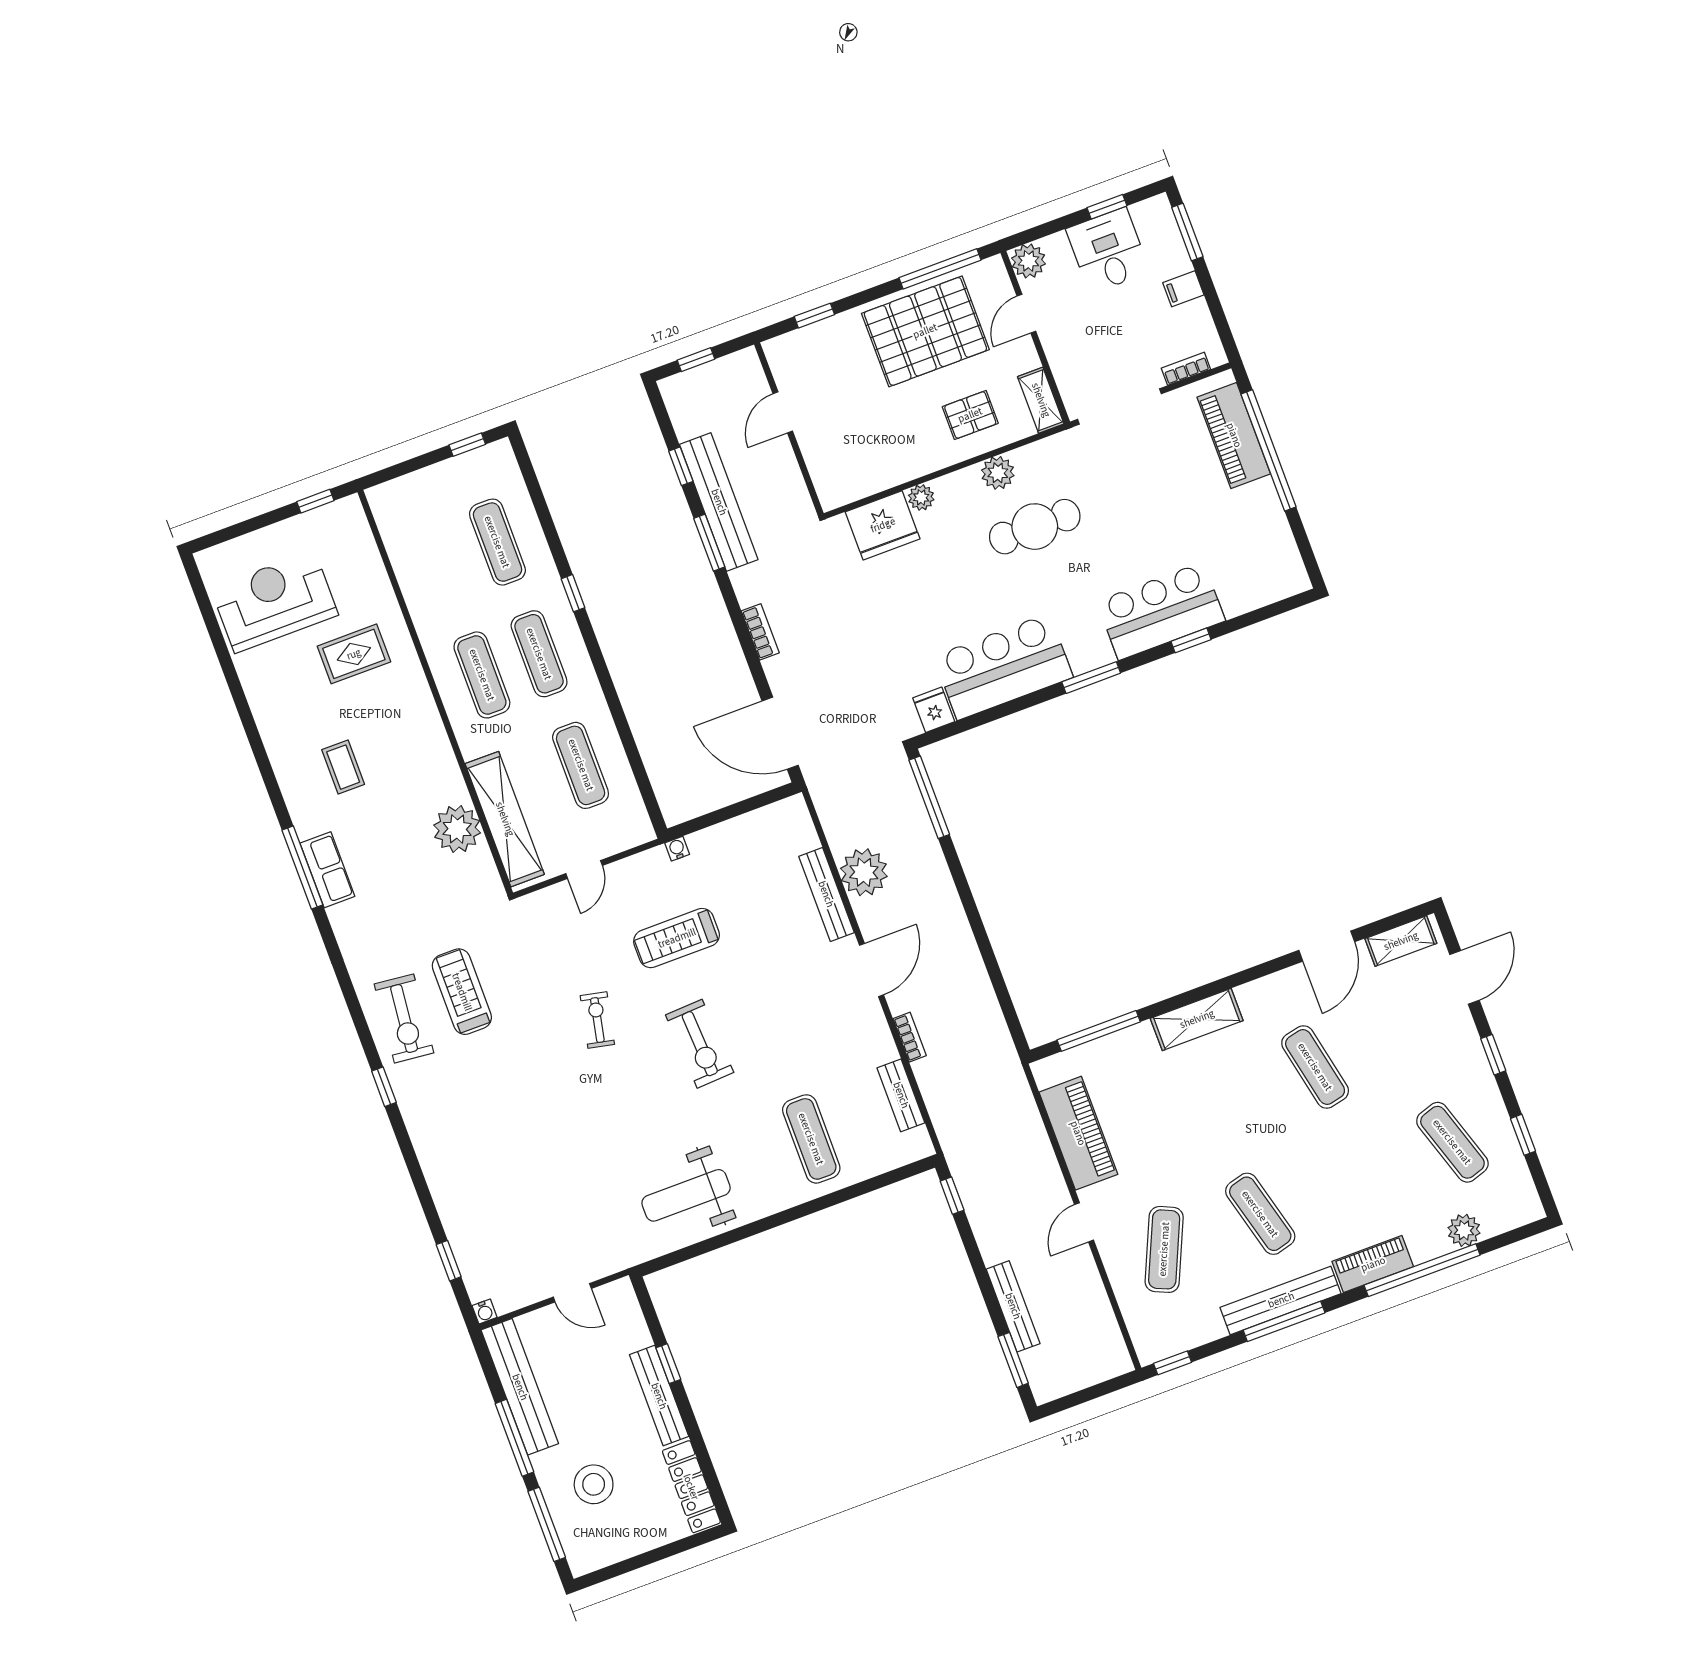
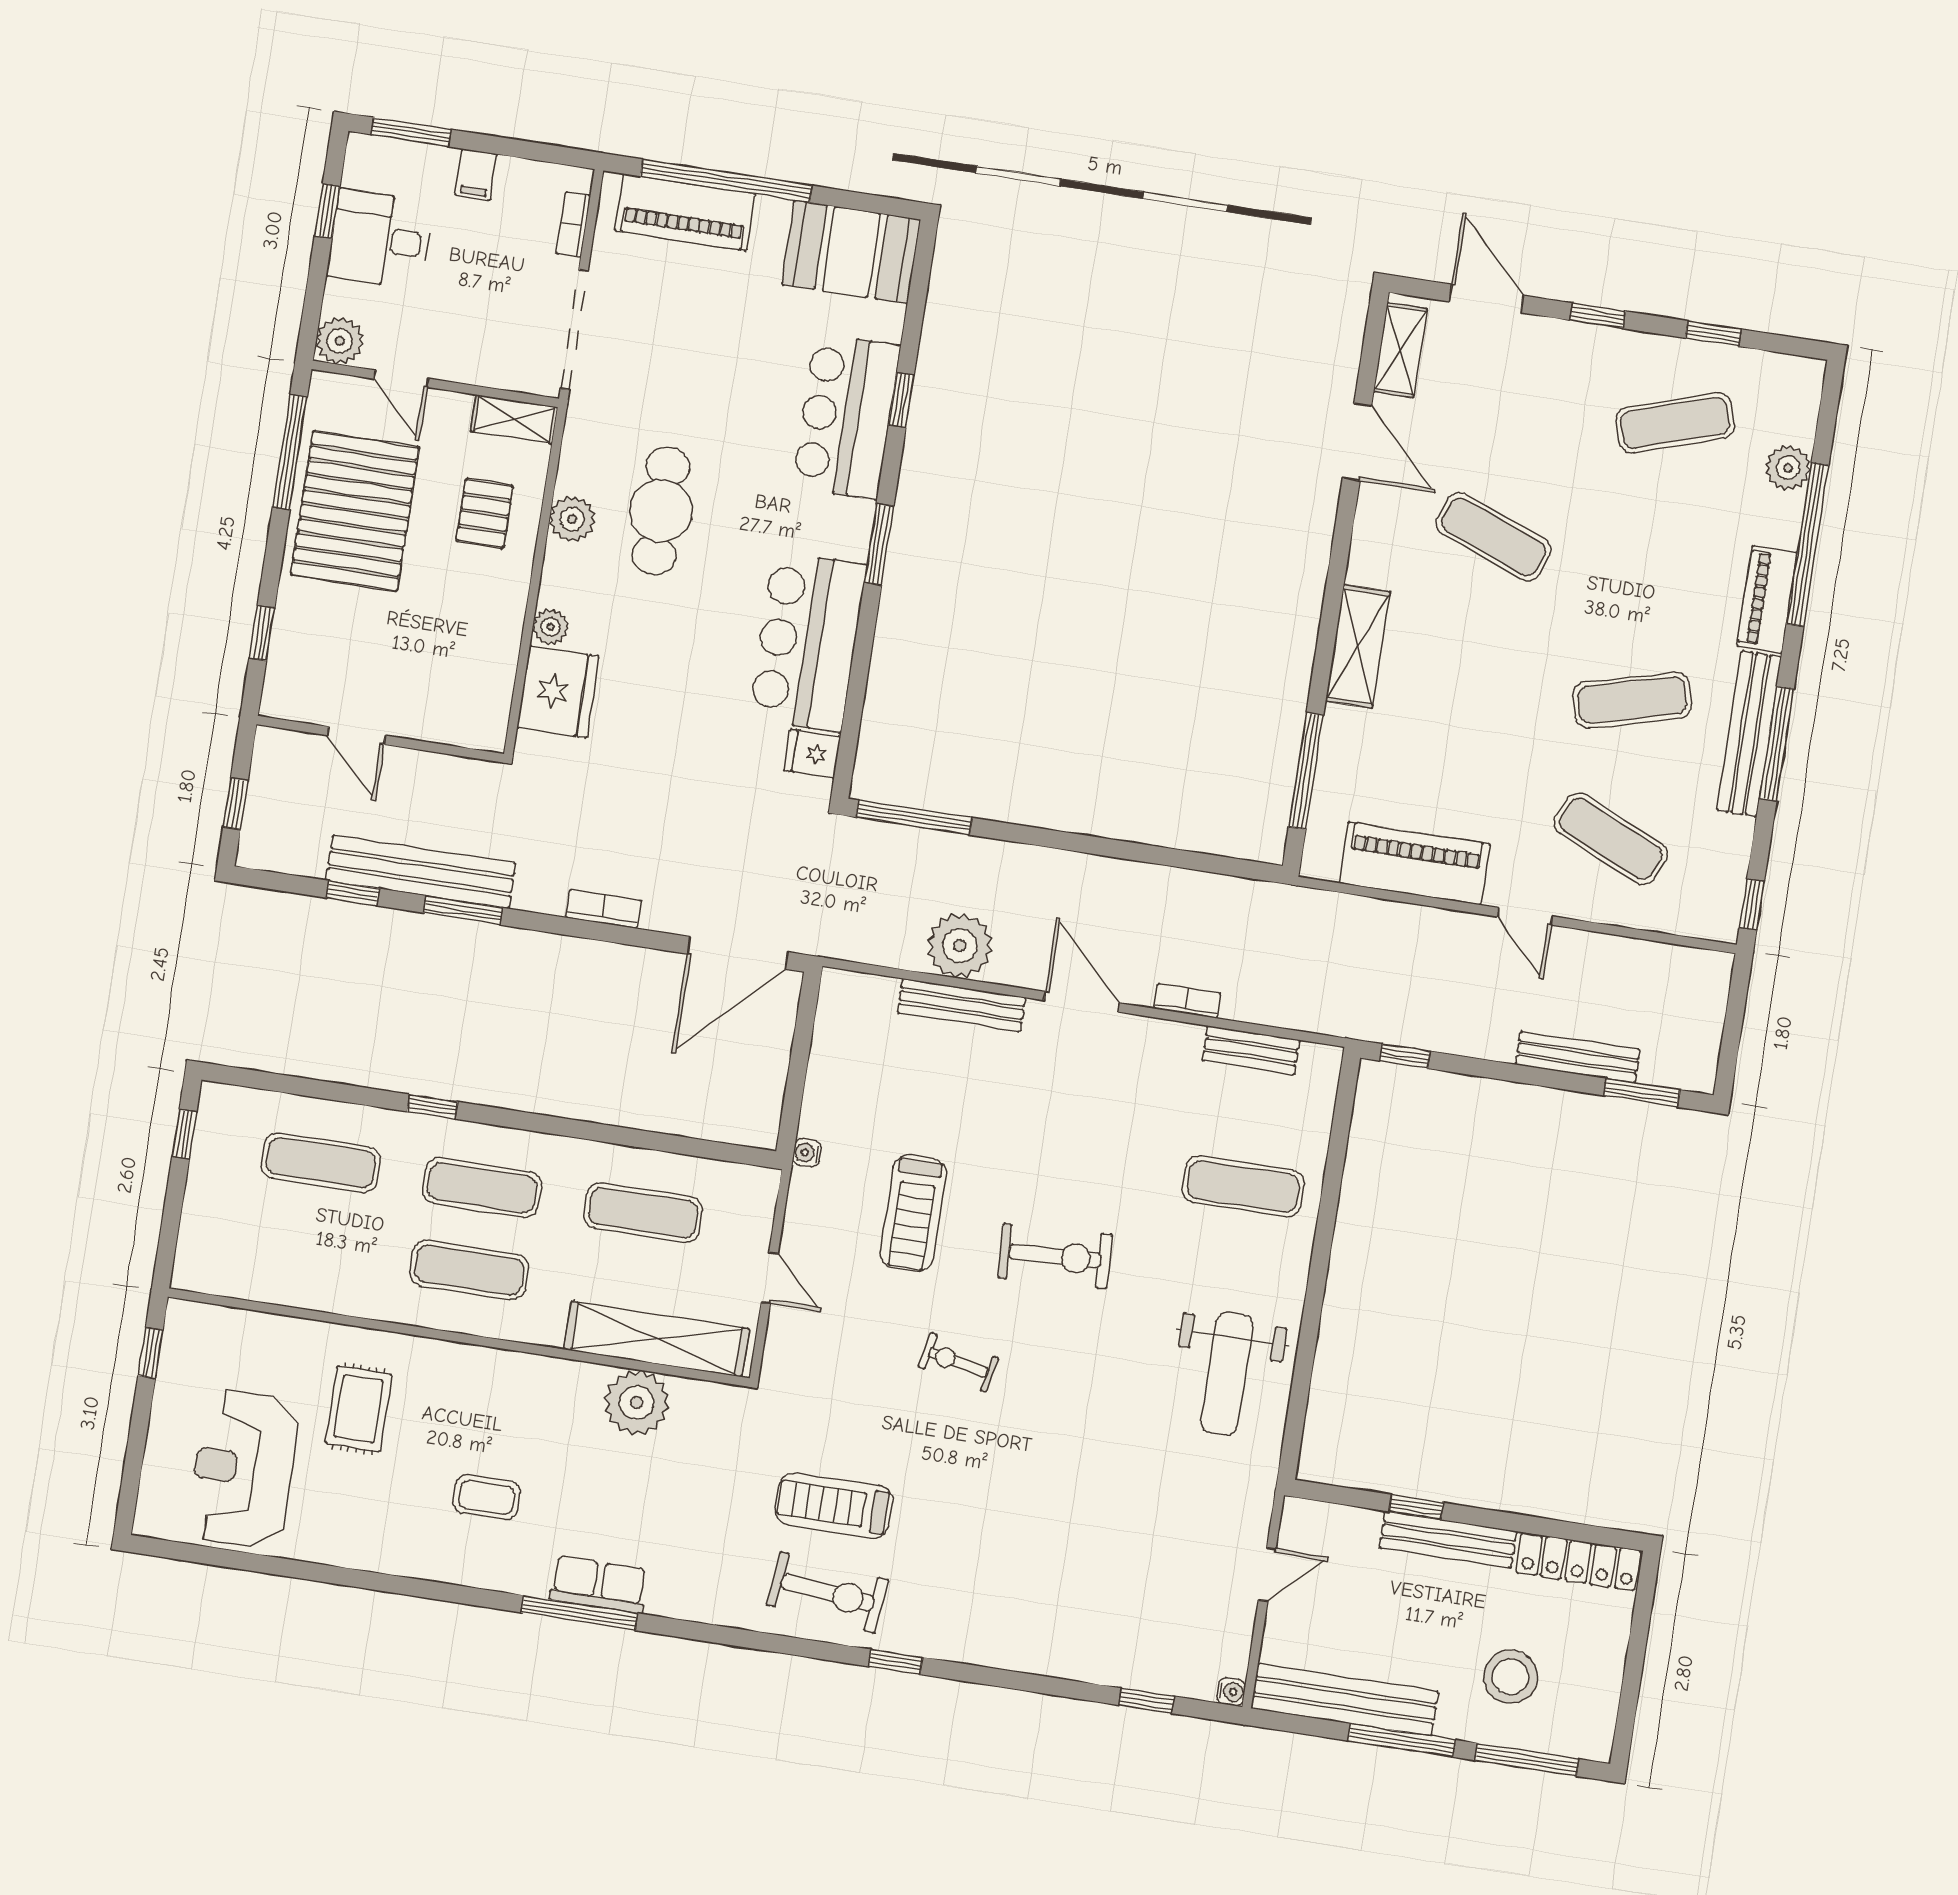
booth: (1268, 556) -> (851, 252), added
exercise mat: (1315, 1067) -> (1494, 537), turned 33

